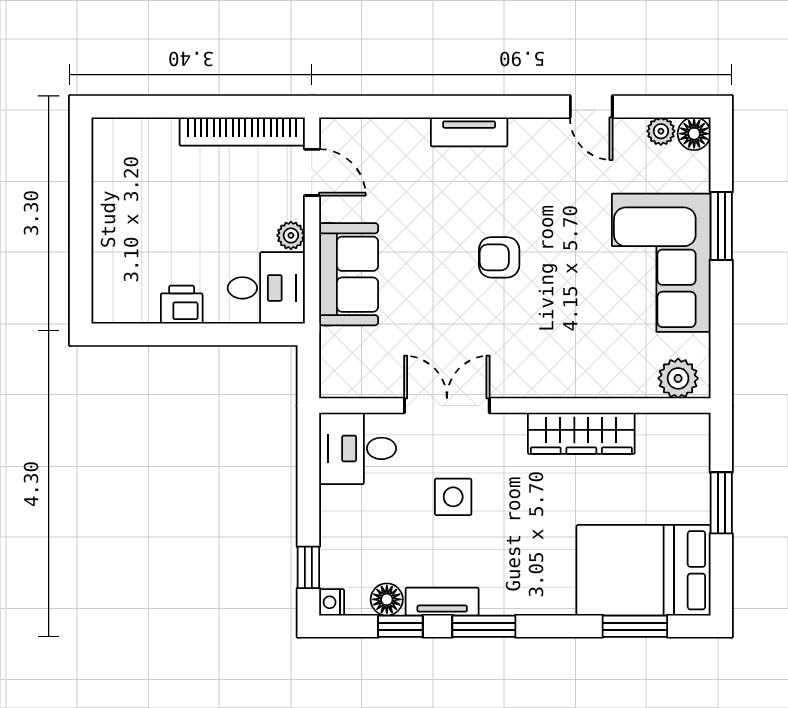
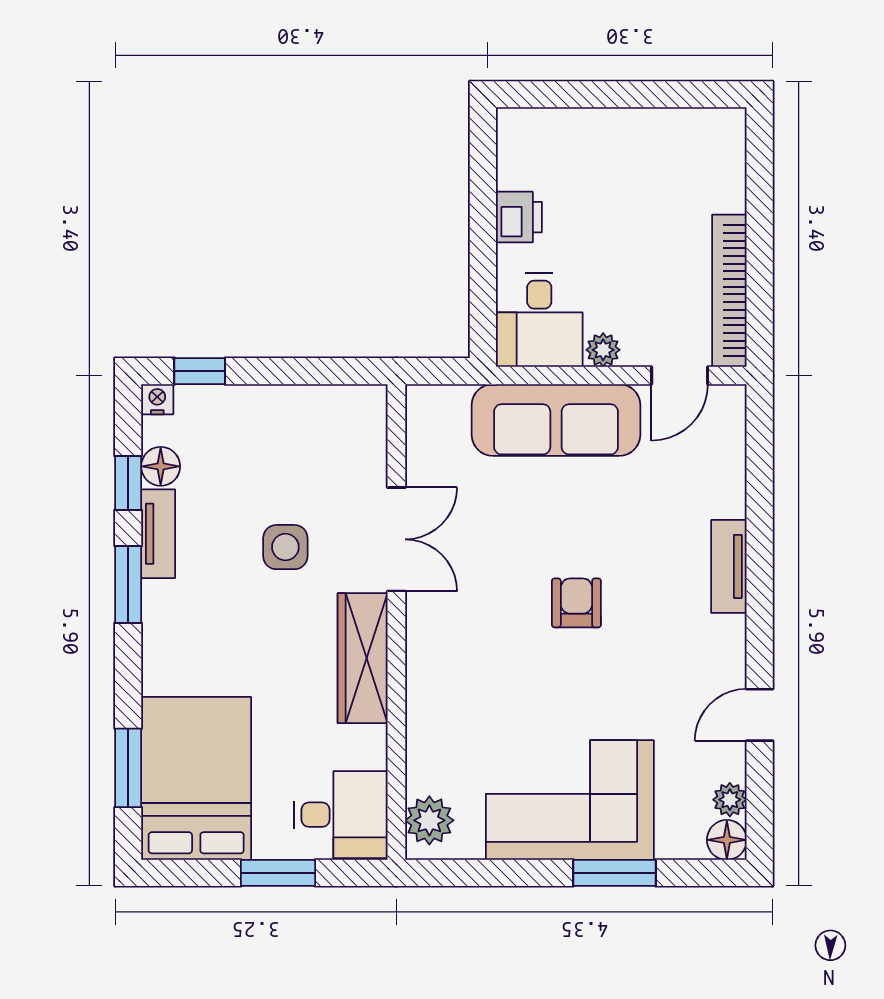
sofa: (349, 274) -> (556, 420), width x1.36
wardrobe: (581, 433) -> (363, 658), moved
desk: (358, 448) -> (341, 815), moved, turned 90

